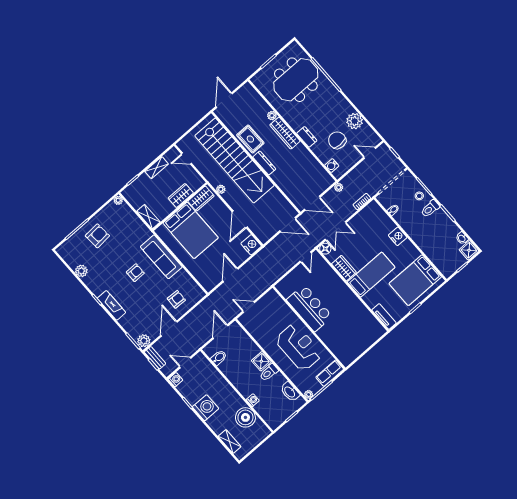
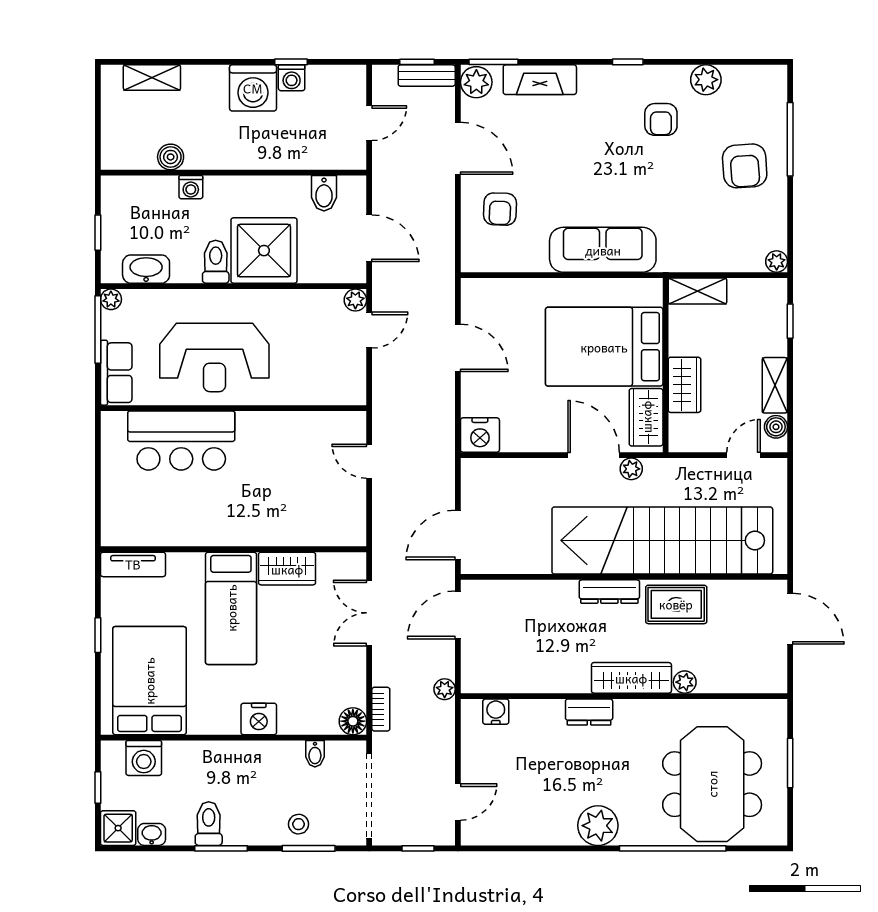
plant: (355, 121) -> (598, 826), moved
chair: (337, 140) -> (534, 763), removed
boiler: (169, 156) -> (776, 427), added
toilet: (430, 209) -> (209, 824), moved
door: (240, 219) -> (594, 455), moved
floor lamp: (325, 249) -> (353, 721), moved
door: (306, 257) -> (369, 461), moved
washing machine: (441, 261) -> (144, 758), added
armchair: (135, 273) -> (661, 119), moved
fireplace: (111, 305) -> (540, 80), moved
bar counter: (309, 308) -> (181, 440), moved
plant: (243, 319) -> (355, 300), added
shower: (261, 361) -> (264, 251), width x1.86, depth x1.86
washing machine: (175, 380) -> (292, 78), moved
boiler: (245, 417) -> (171, 157), width x0.54, depth x0.54

